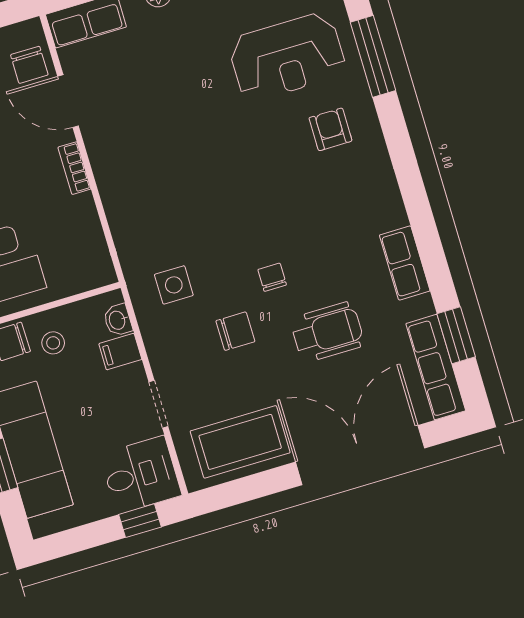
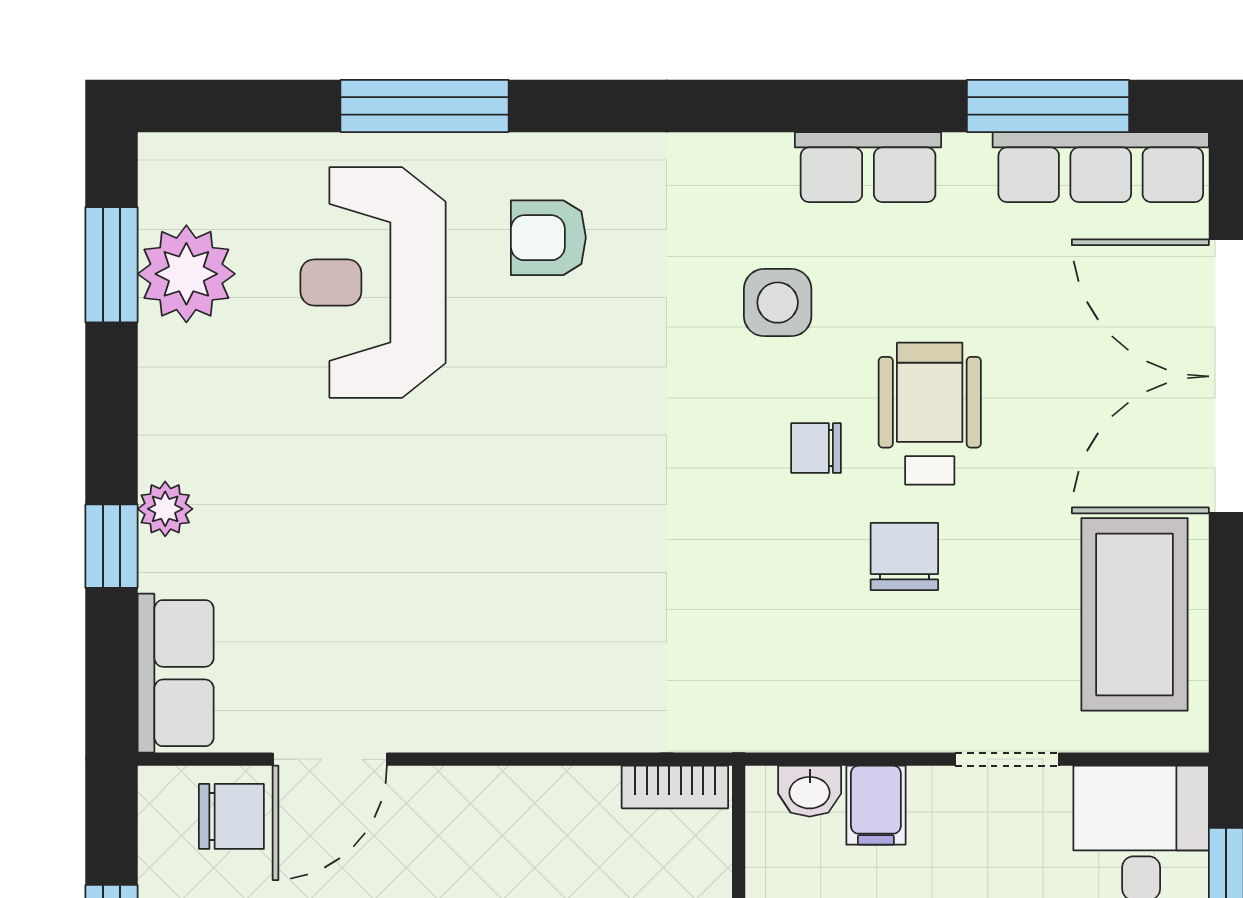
reception desk: (287, 57) -> (373, 282), turned 180
bookcase: (74, 168) -> (675, 787), moved
side table: (174, 285) -> (778, 303), moved
wheelchair: (327, 332) -> (930, 414), moved
window: (456, 335) -> (1048, 106), width x1.44

